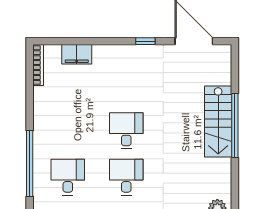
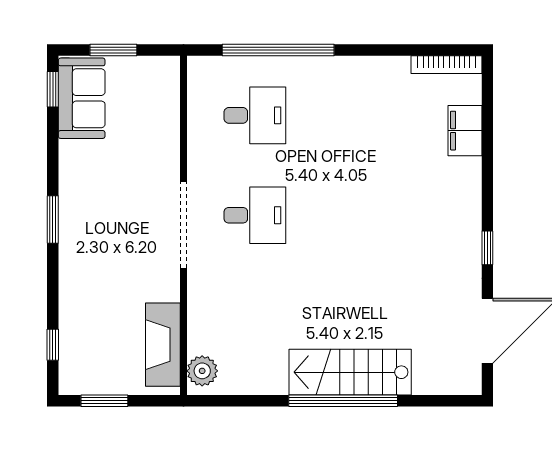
desk: (126, 131) -> (334, 215), removed

